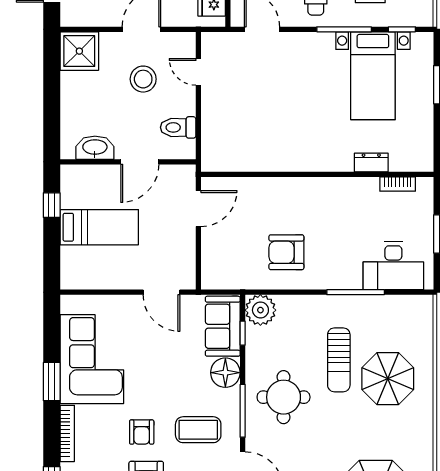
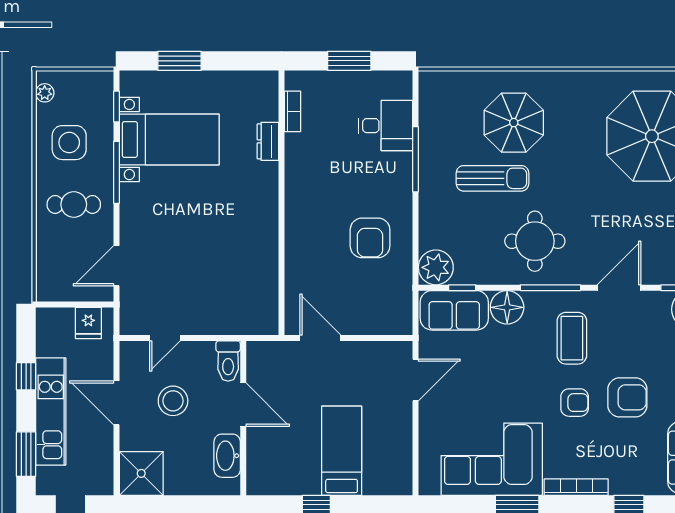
washbasin: (95, 148) -> (227, 456), moved
wall: (128, 162) -> (243, 418), moved
door: (140, 162) -> (243, 405), moved
desk: (393, 266) -> (385, 126), width x0.73

